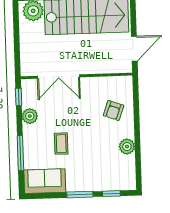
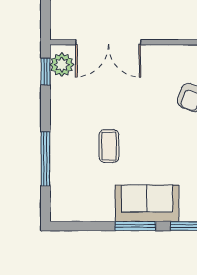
plant: (30, 116) -> (62, 65), moved
sofa: (45, 181) -> (147, 203), moved

